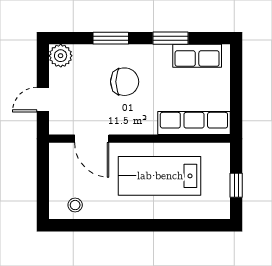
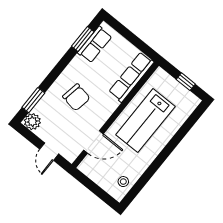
window: (111, 38) -> (33, 100), moved
window: (170, 38) -> (83, 39), moved
chair: (125, 82) -> (76, 97), turned 100

